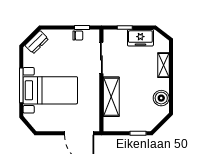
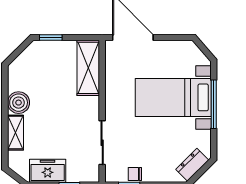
shelving: (111, 97) -> (88, 68), moved
boiler: (161, 98) -> (19, 103), moved

